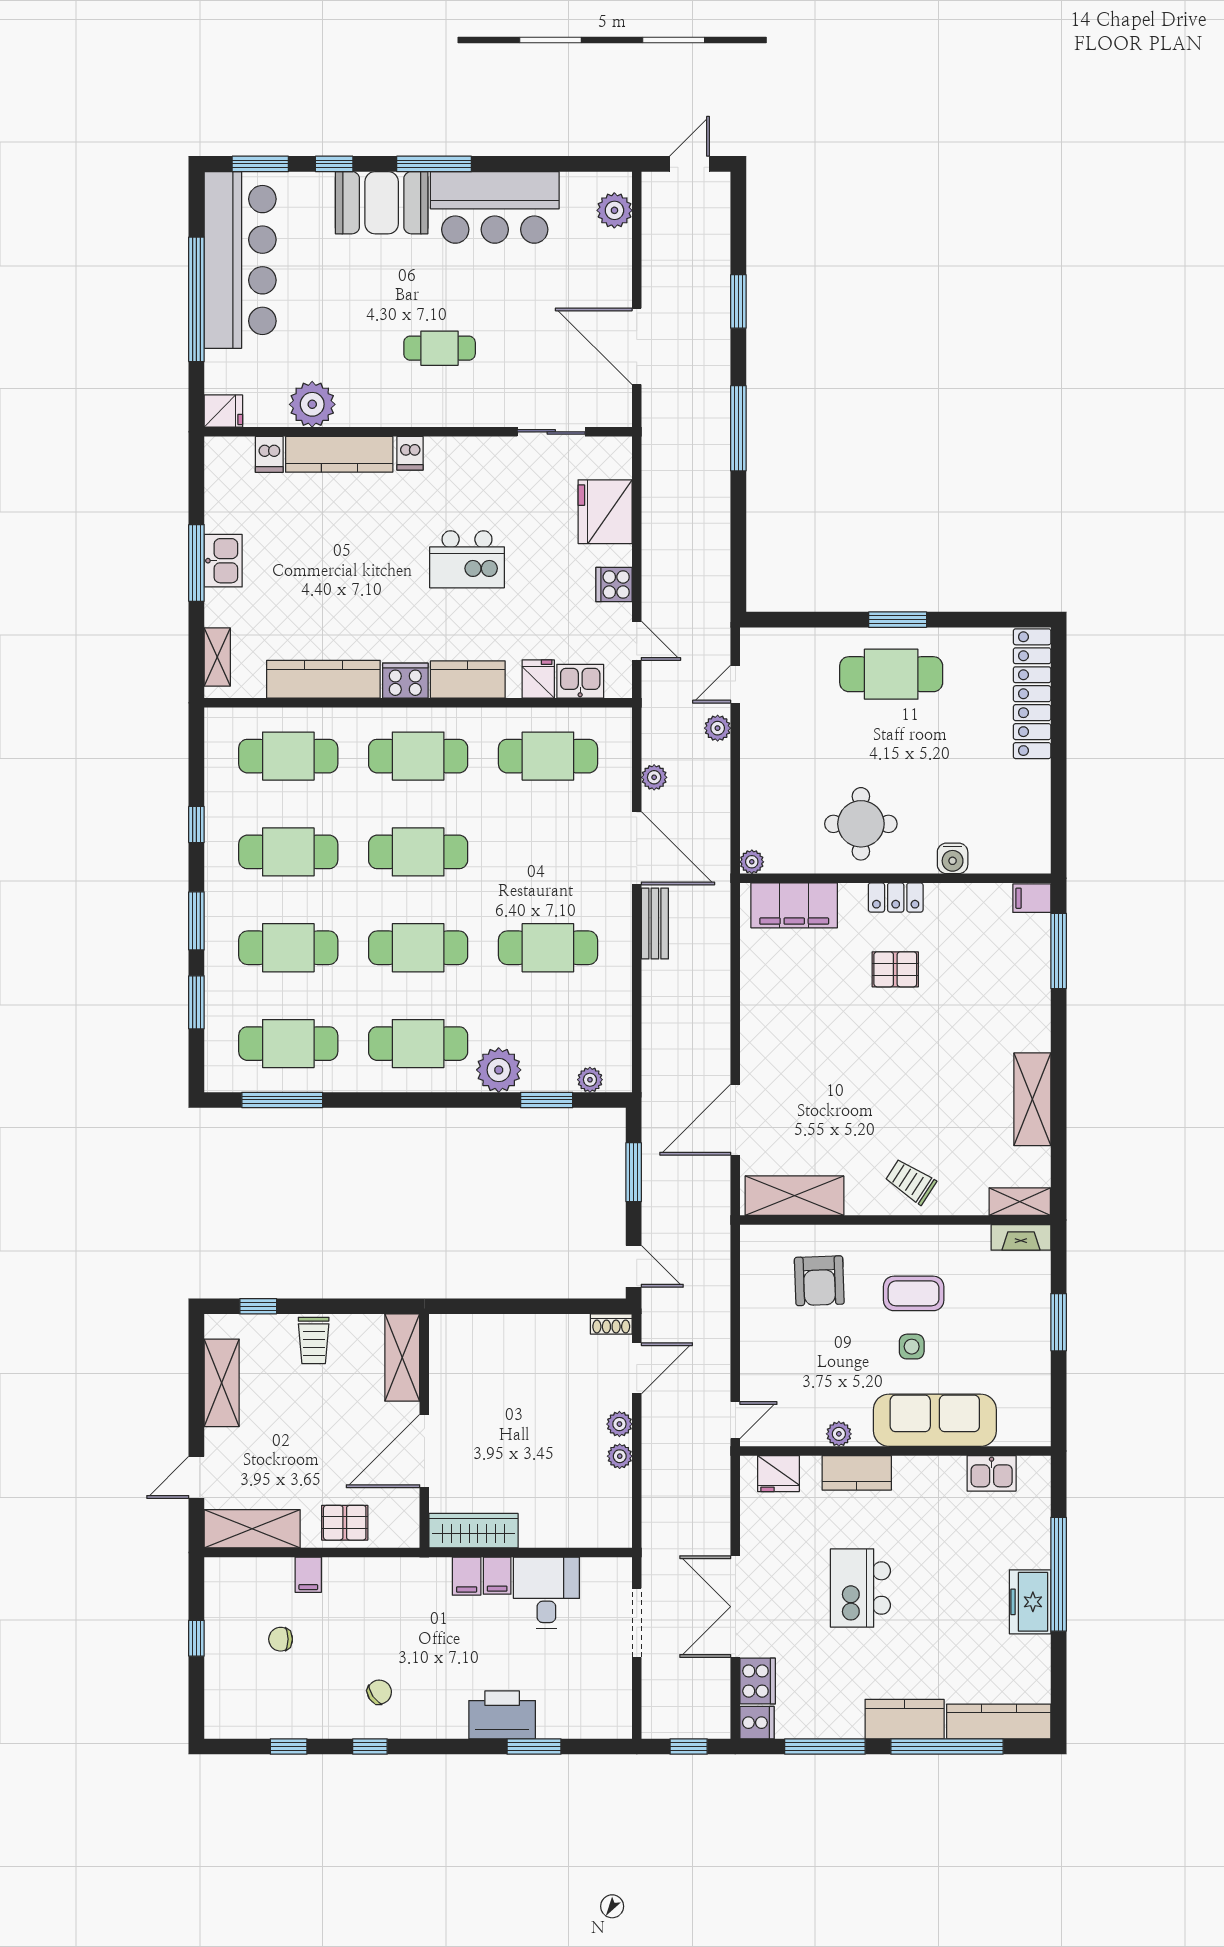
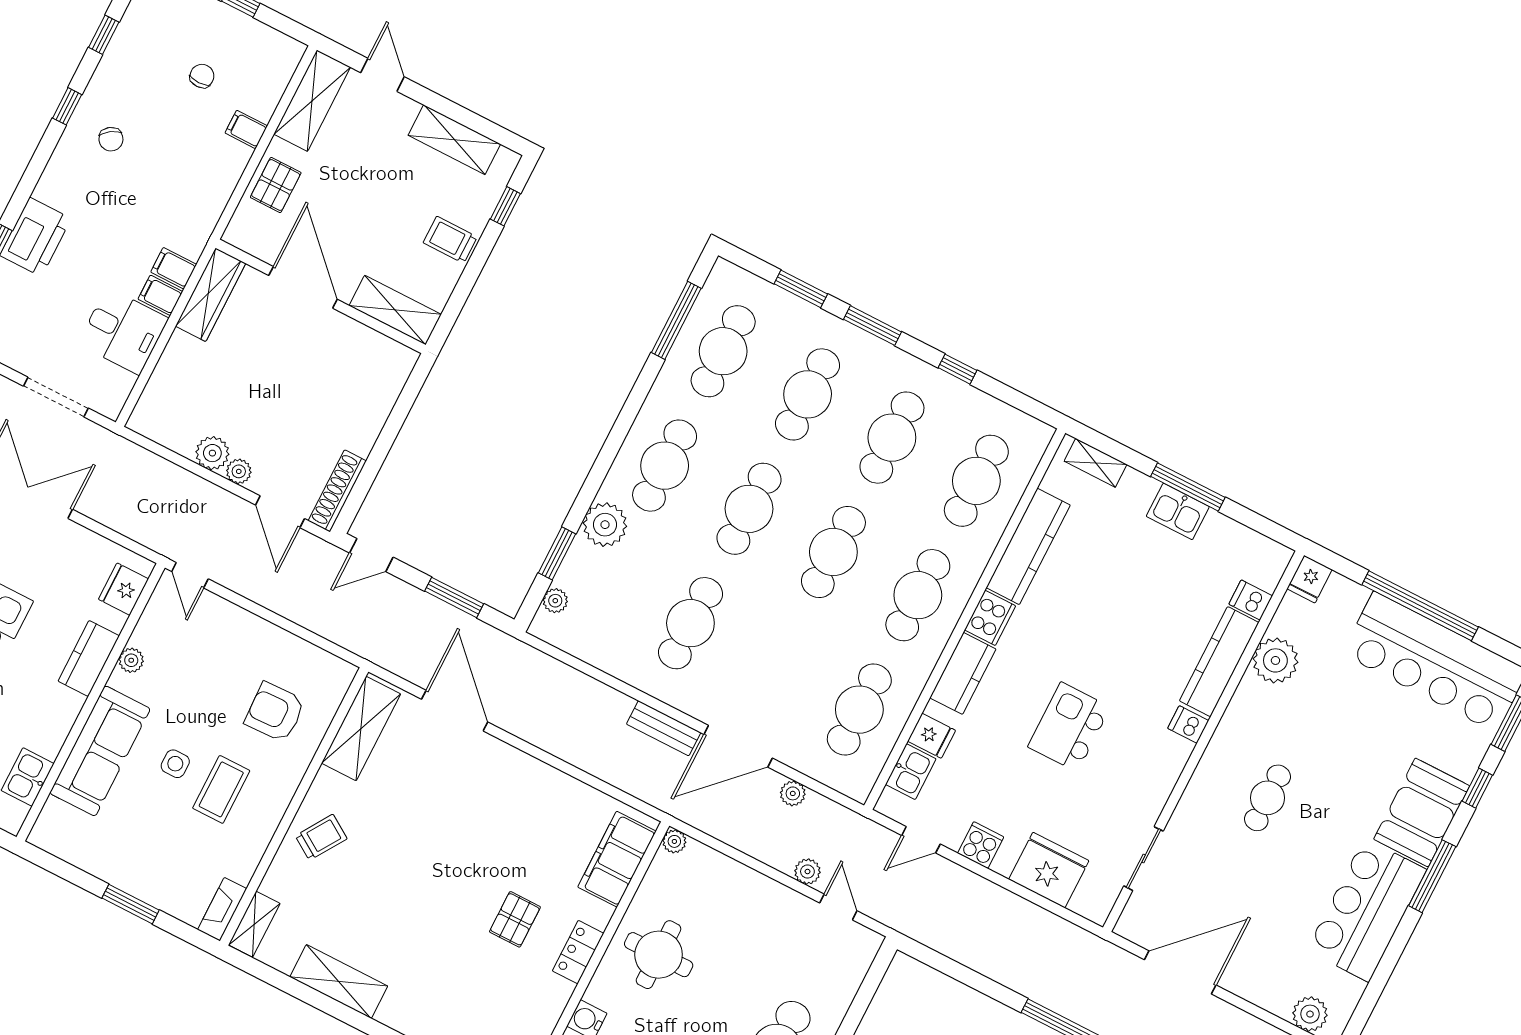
shoe rack: (611, 1324) -> (337, 491), width x1.94, depth x1.24
plant: (620, 1456) -> (212, 453), width x1.38, depth x1.38

